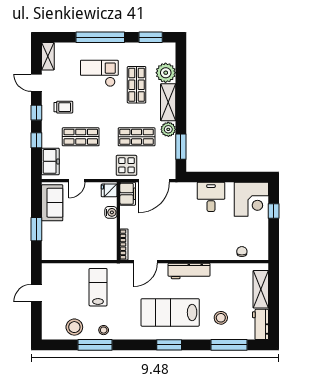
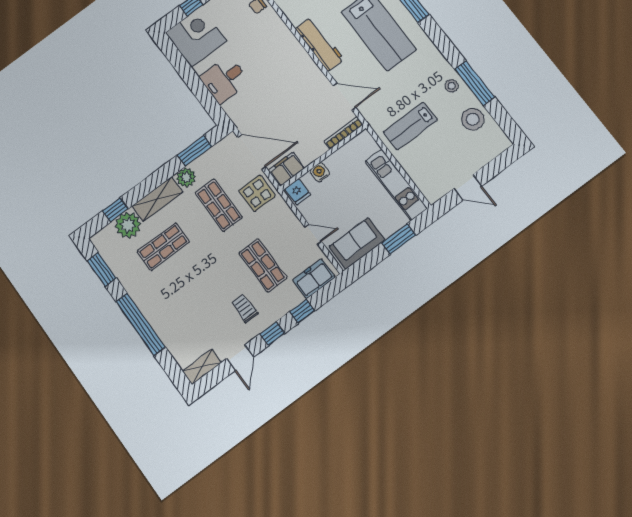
window: (181, 72) -> (115, 210), added
checkout: (99, 73) -> (180, 296), removed
kitchen unit: (69, 252) -> (396, 185), added

